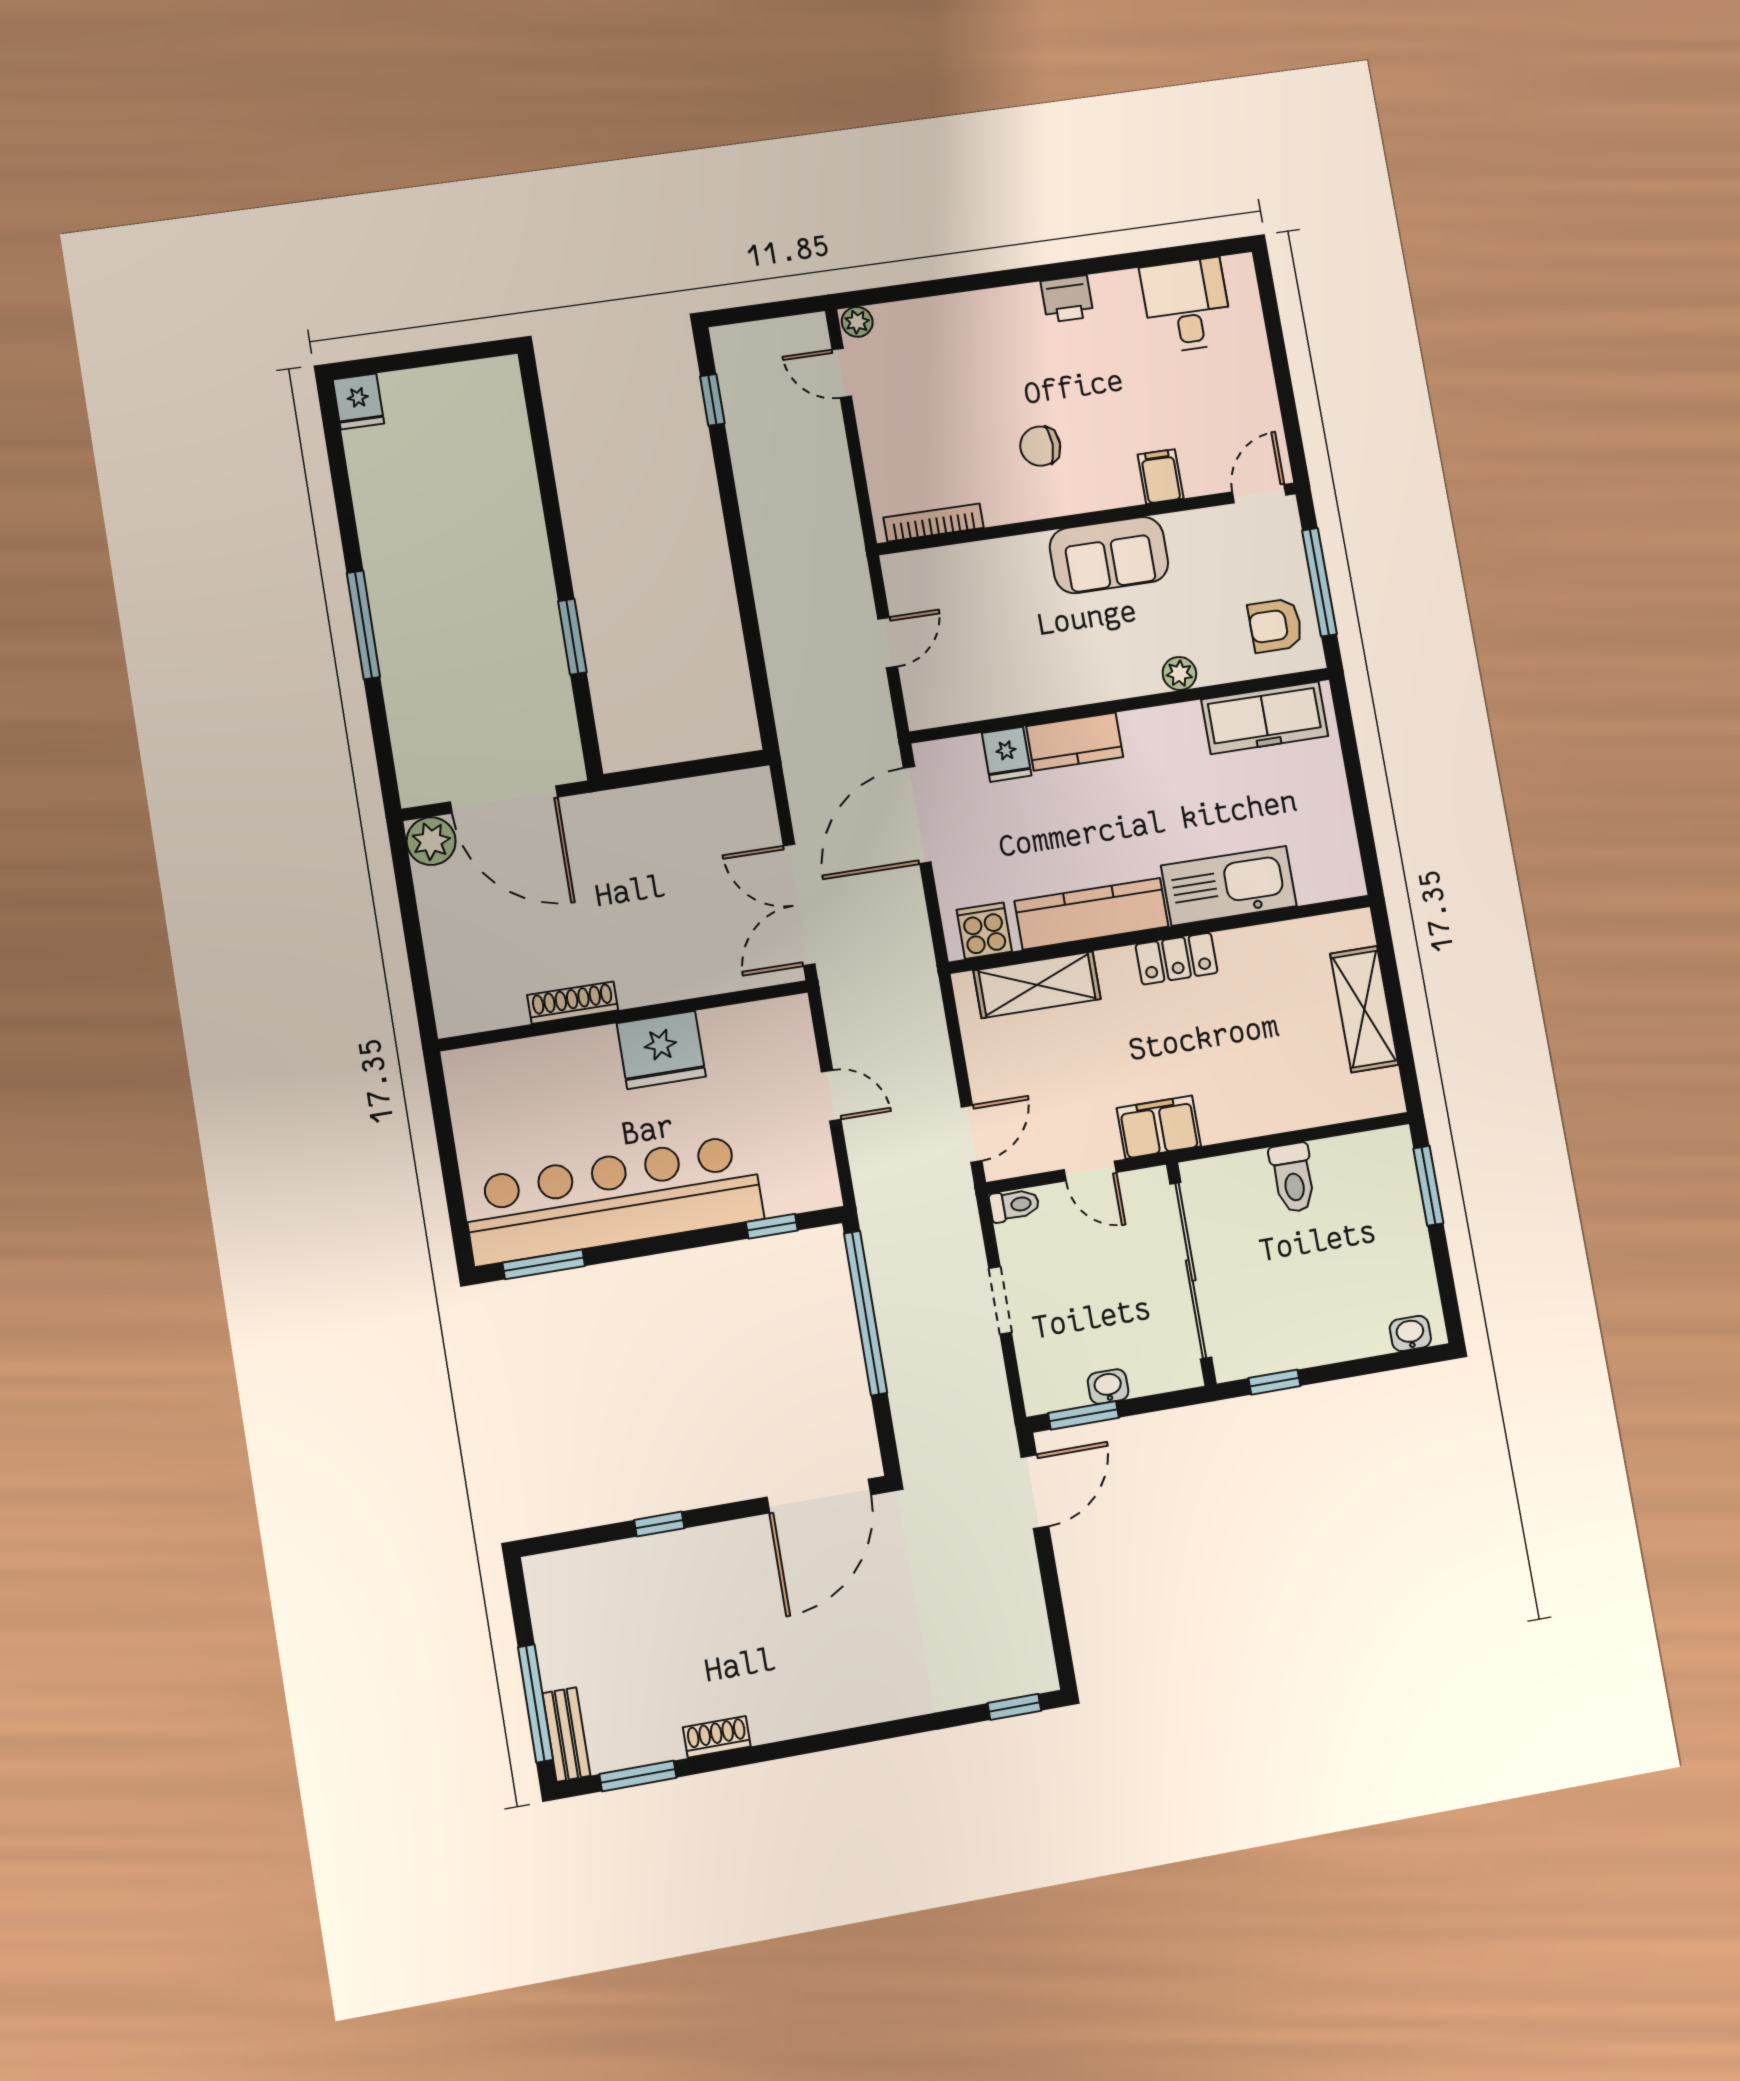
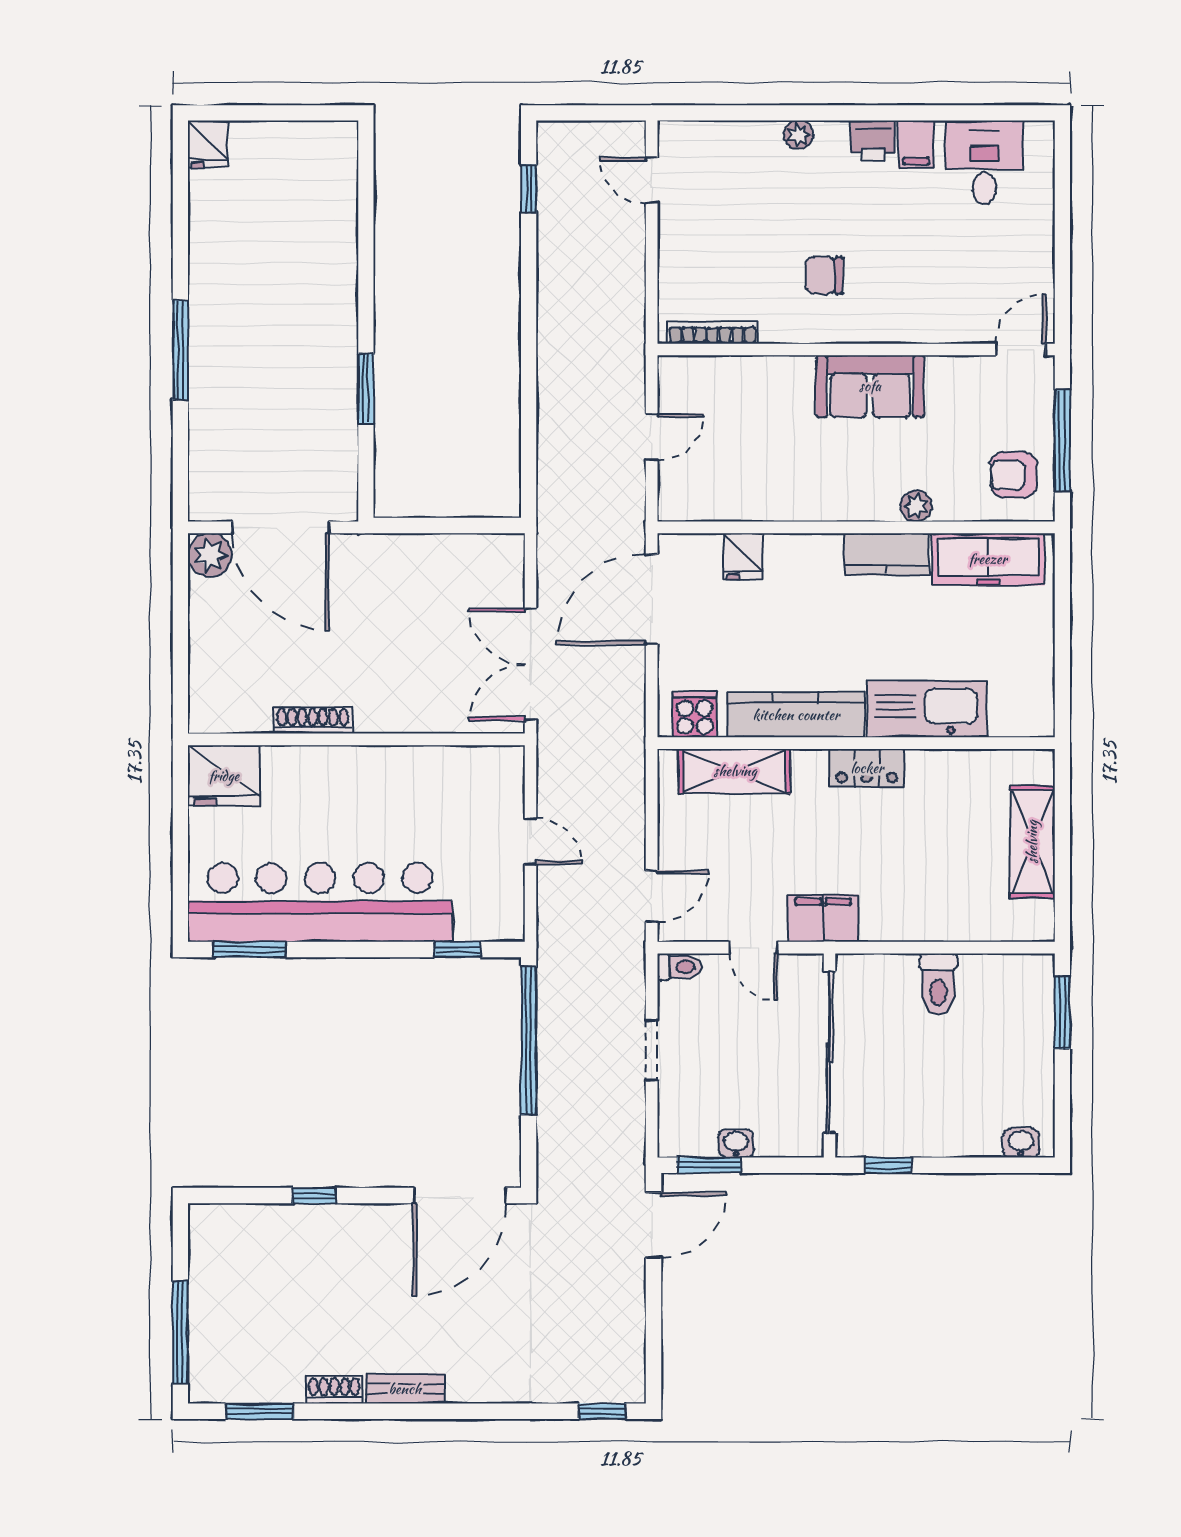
plant: (857, 322) -> (799, 135), moved
filing cabinet: (1161, 476) -> (916, 144), moved, turned 180
kitchen counter: (1075, 742) -> (887, 554), moved
fridge: (661, 1050) -> (224, 776), moved
bench: (566, 1735) -> (405, 1389), moved, turned 90

